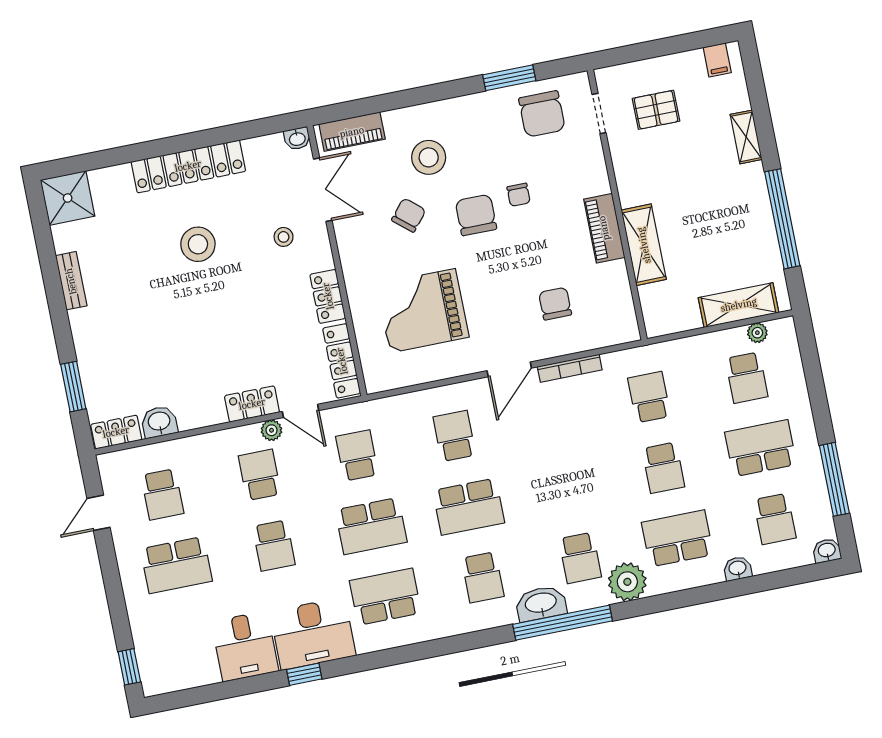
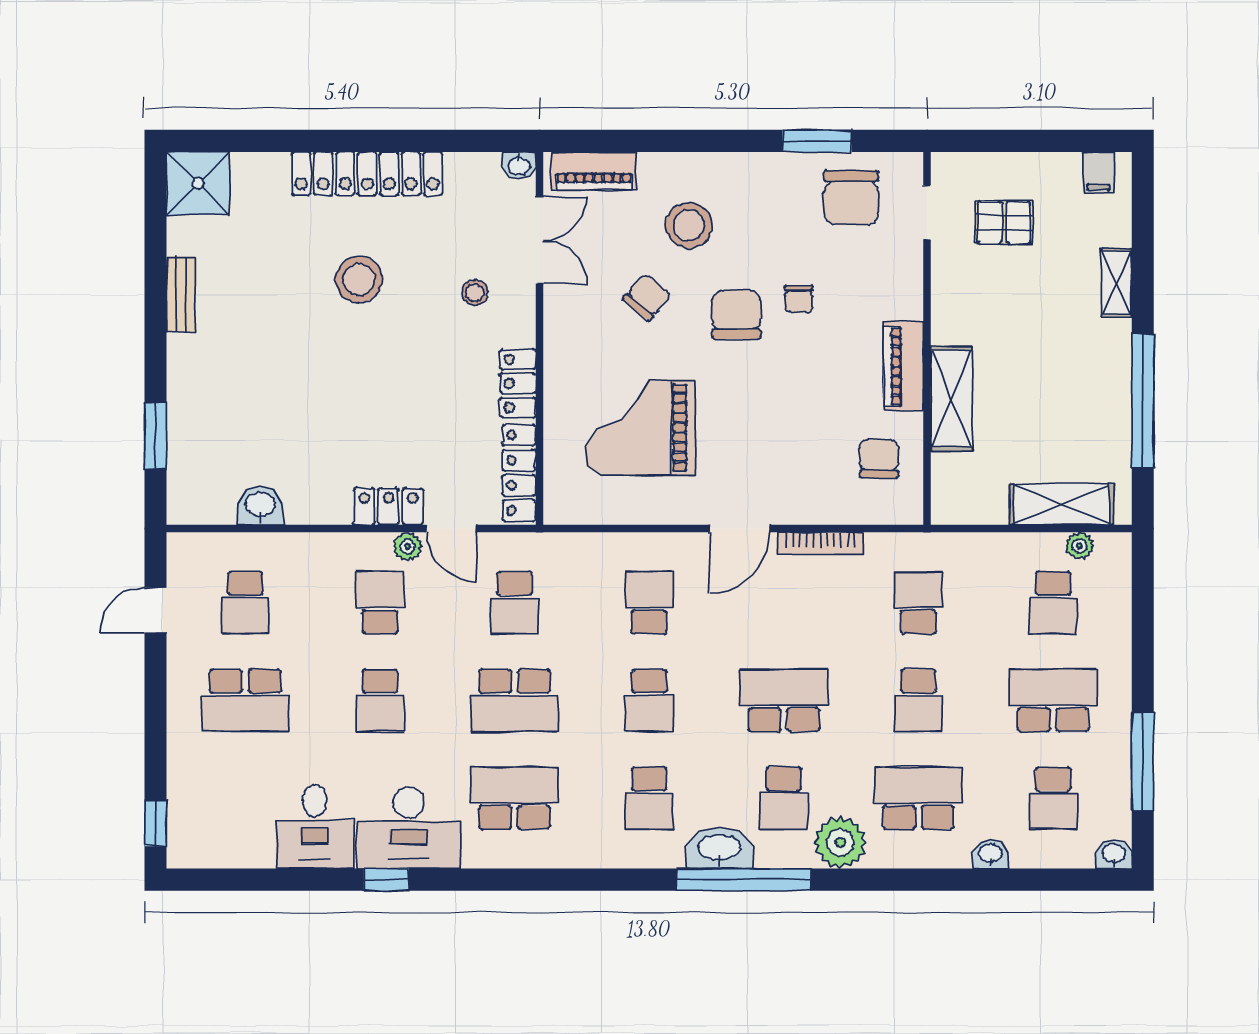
chair: (555, 304) -> (879, 459), moved
locker: (116, 432) -> (200, 508), removed
school desk: (357, 455) -> (515, 603), turned 180
school desk: (566, 487) -> (784, 700), added
school desk: (469, 507) -> (649, 700), width x0.54

